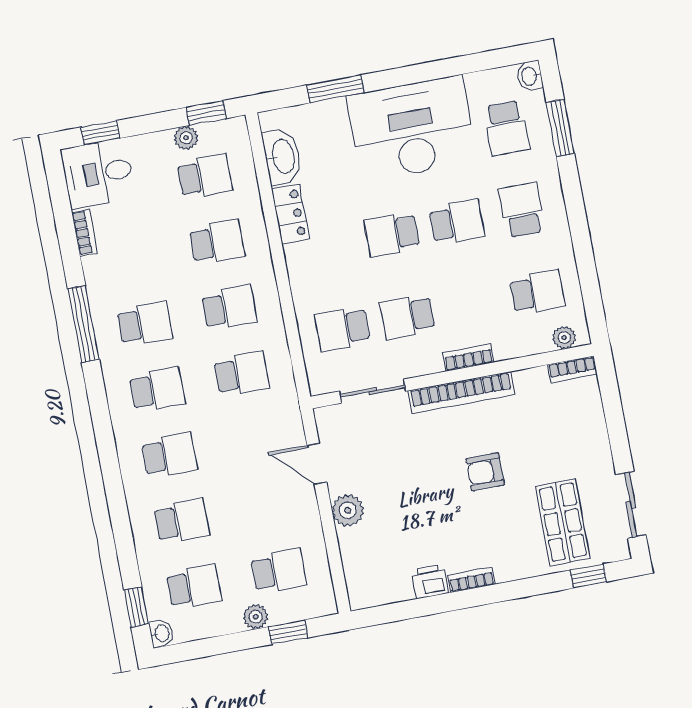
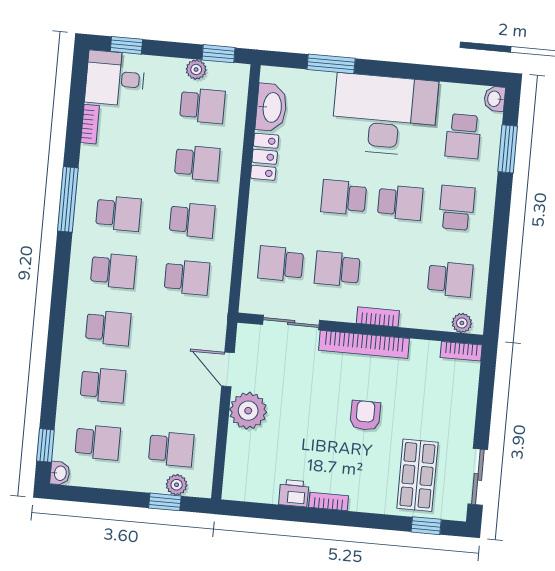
armchair: (485, 472) -> (365, 415), turned 90
plant: (348, 510) -> (248, 411), width x1.36, depth x1.36
plant: (256, 617) -> (177, 485), moved

